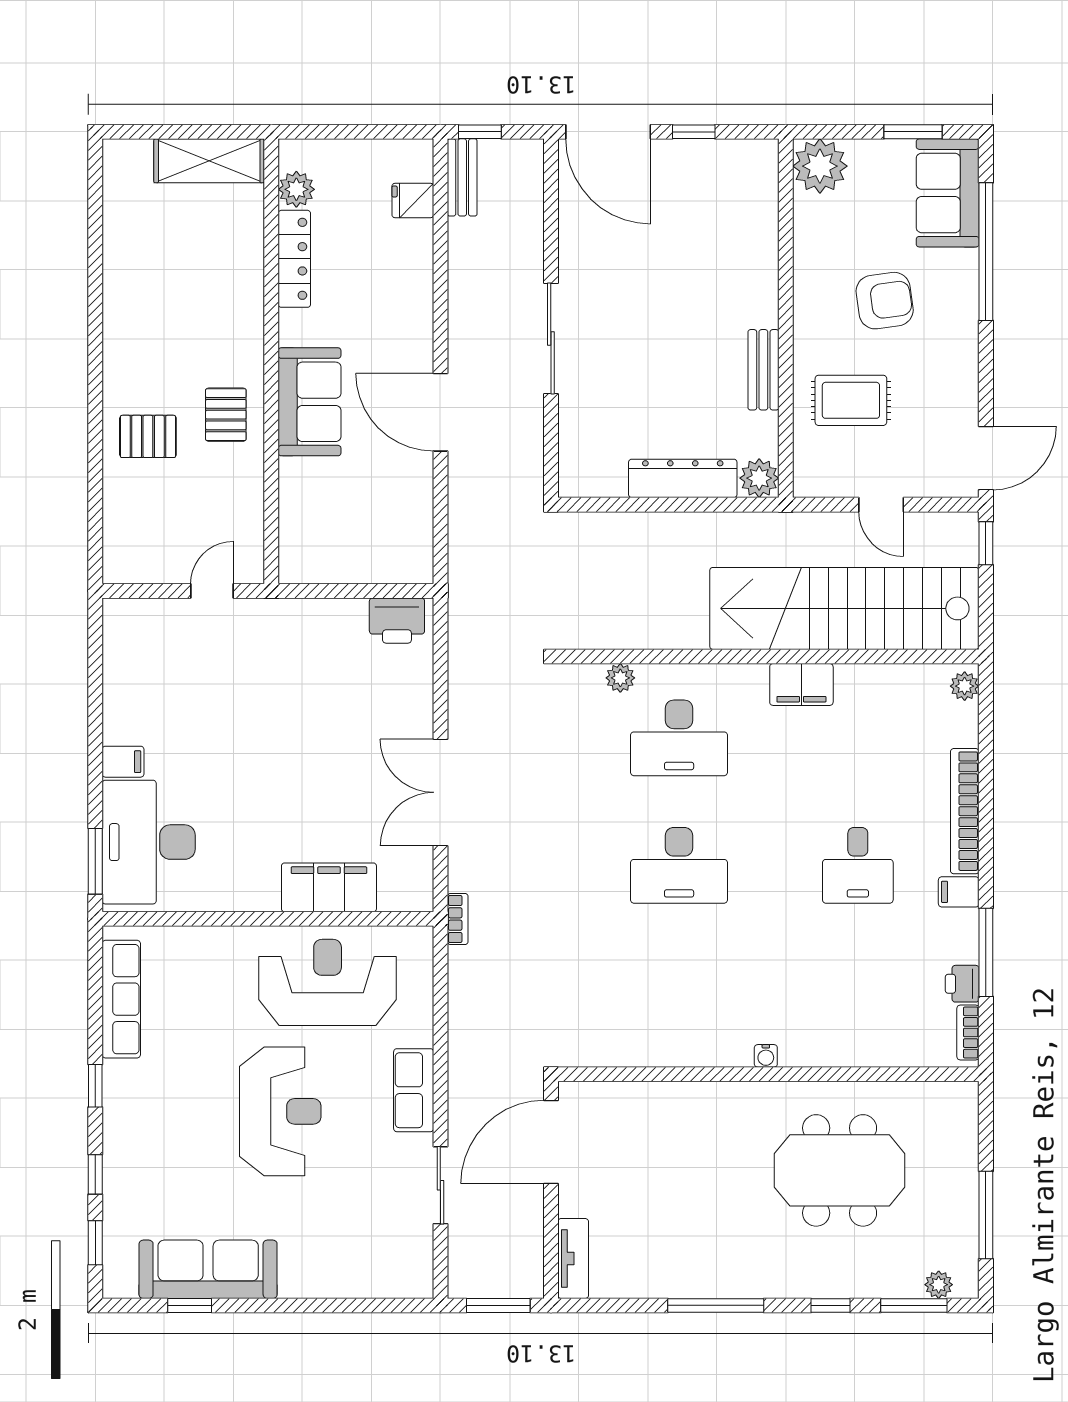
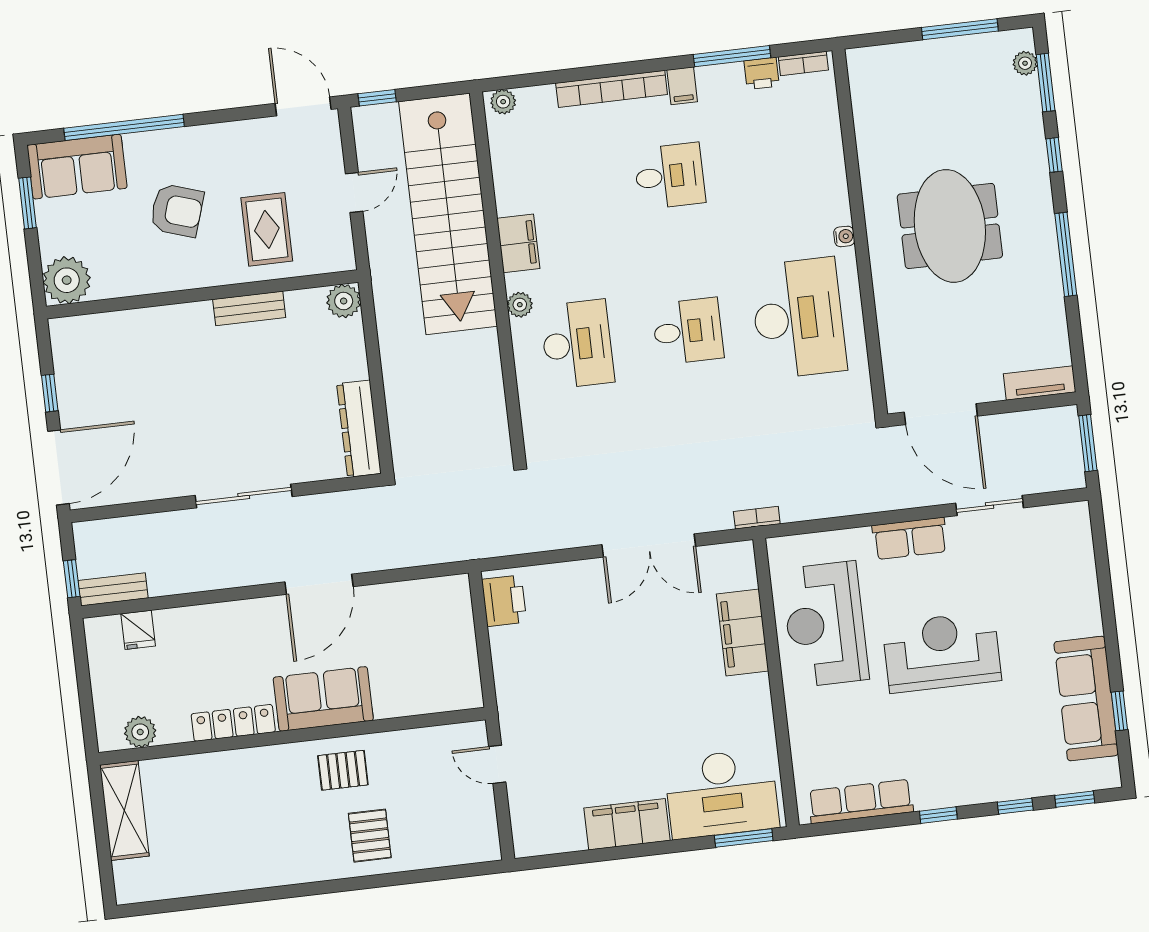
locker: (294, 259) -> (233, 723), moved
armchair: (885, 301) -> (177, 210), turned 116
dresser: (683, 478) -> (359, 429), moved
plant: (620, 678) -> (520, 305), moved
filing cabinet: (123, 762) -> (627, 824), width x3.00, depth x1.17
desk: (679, 865) -> (688, 331), width x0.73
desk: (679, 993) -> (798, 318), added
meeting table: (840, 1170) -> (950, 226), moved

